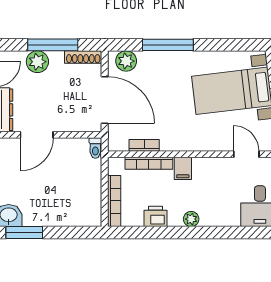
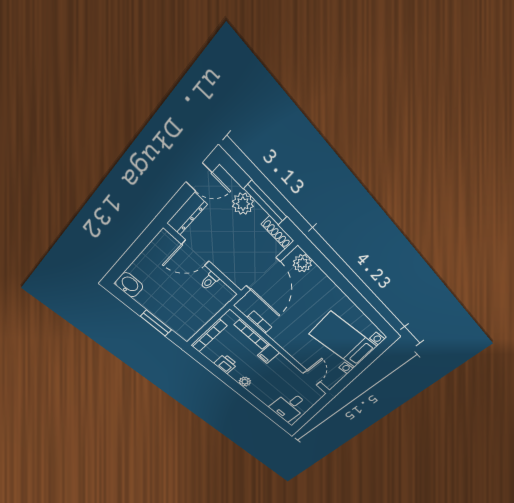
window: (168, 45) -> (339, 279), removed
toilet: (95, 148) -> (210, 281), moved
window: (24, 232) -> (156, 323), moved

